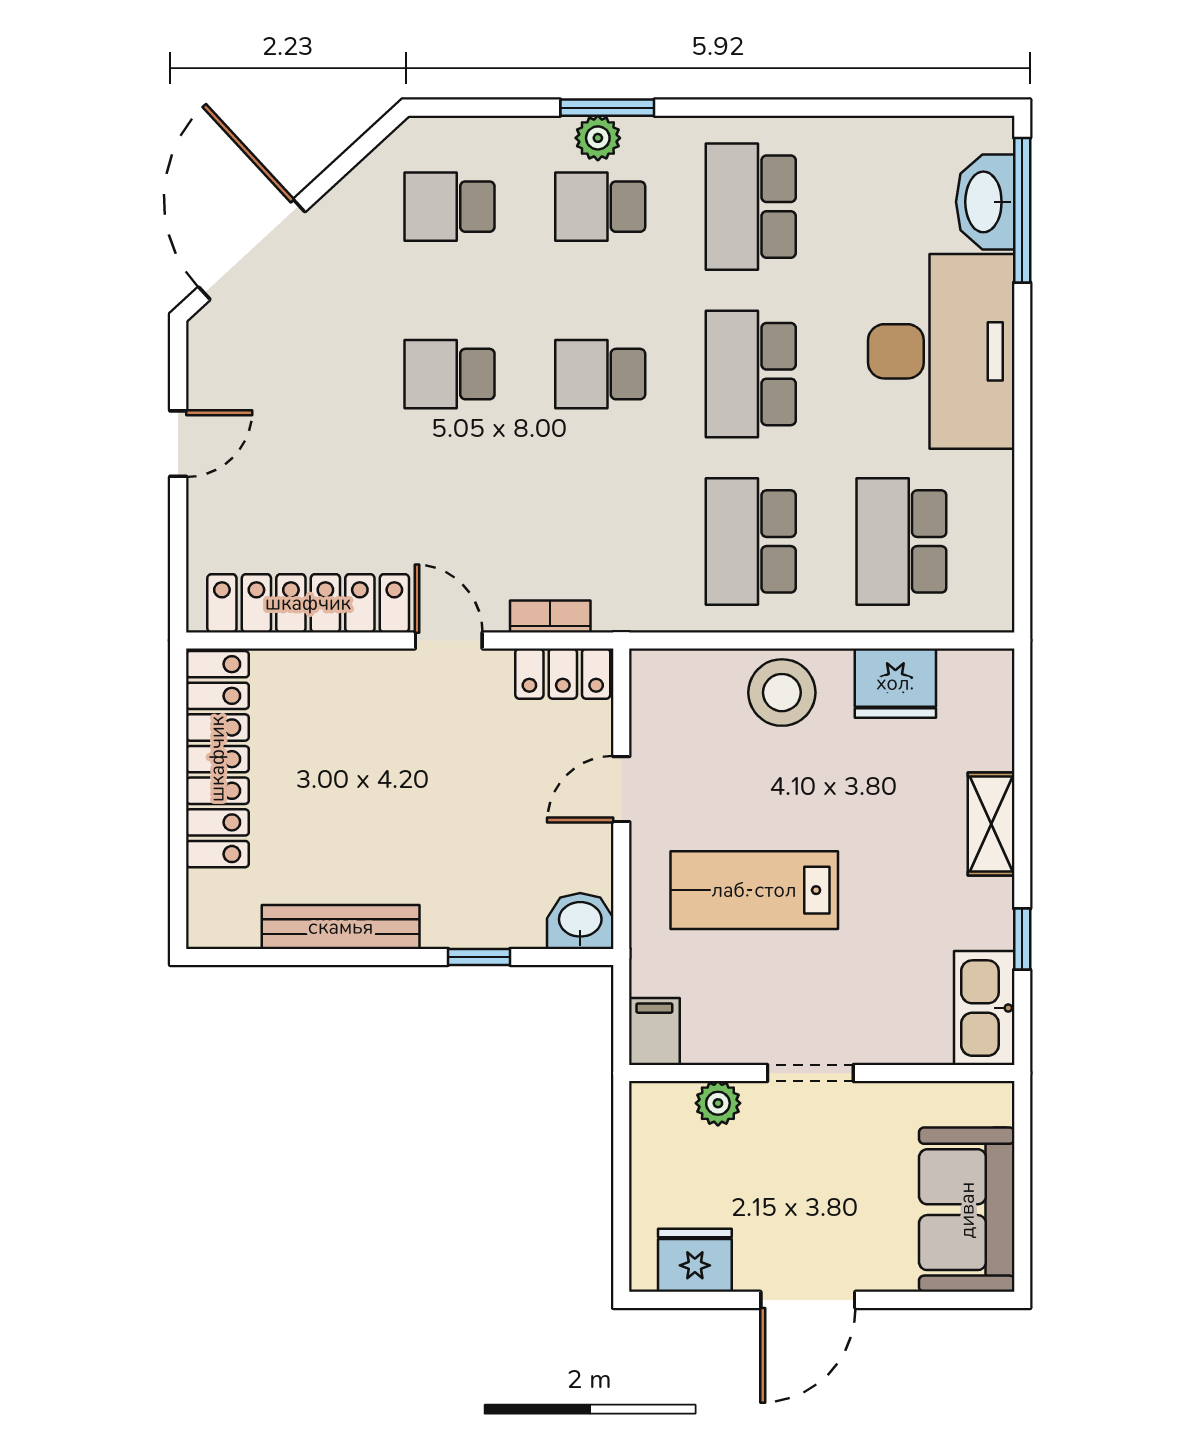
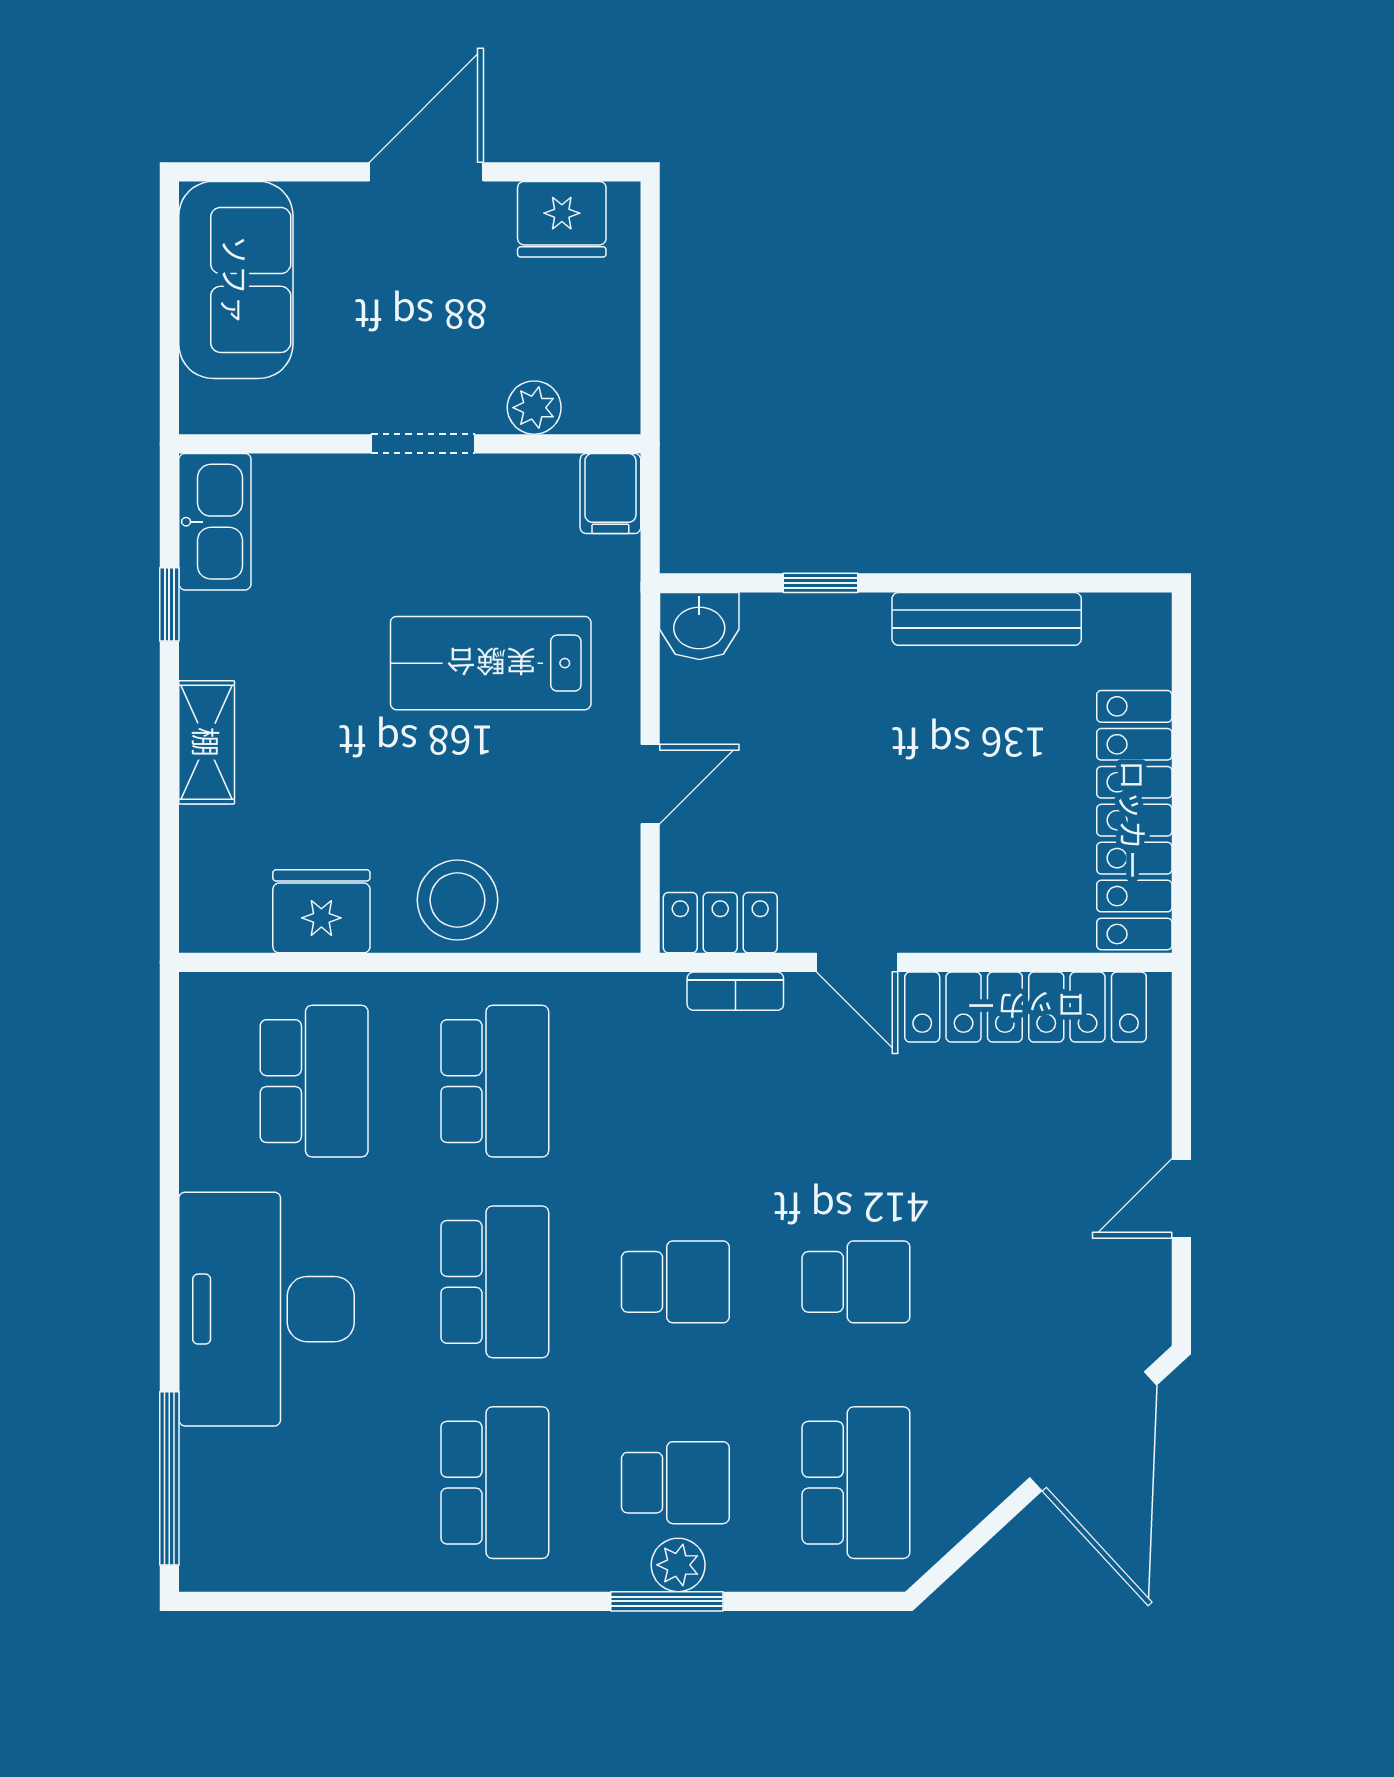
washbasin: (985, 202) -> (214, 1488), removed
school desk: (450, 207) -> (856, 1483), width x1.85
lab bench: (754, 890) -> (491, 663), turned 180

